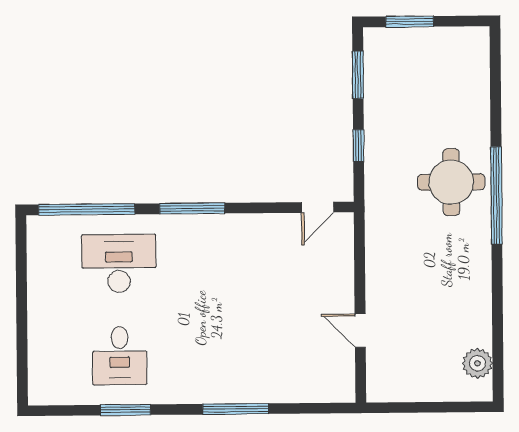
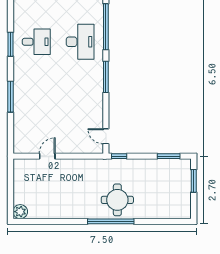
window: (359, 146) -> (119, 156), moved
desk: (120, 356) -> (36, 42), turned 180
plant: (477, 363) -> (20, 212), moved

